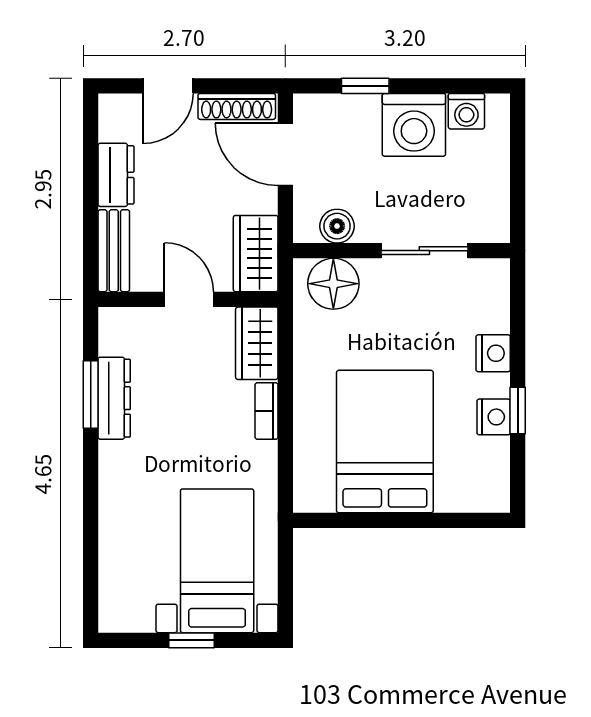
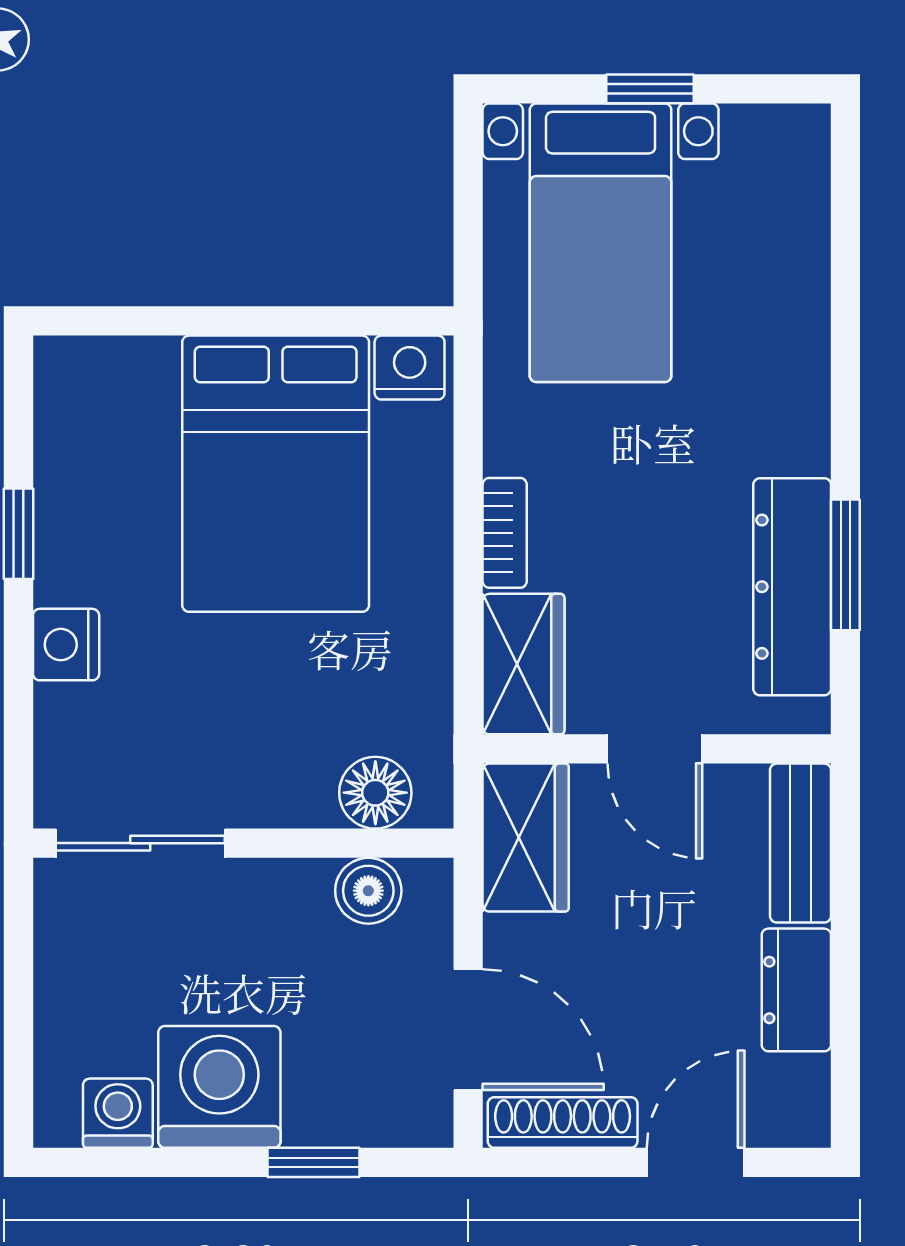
sliding door: (424, 251) -> (140, 843), moved
floor lamp: (333, 284) -> (375, 793), width x0.73, depth x0.73
dresser: (114, 398) -> (792, 587), width x1.37, depth x1.24
nightstand: (494, 417) -> (410, 368), moved, turned 90

